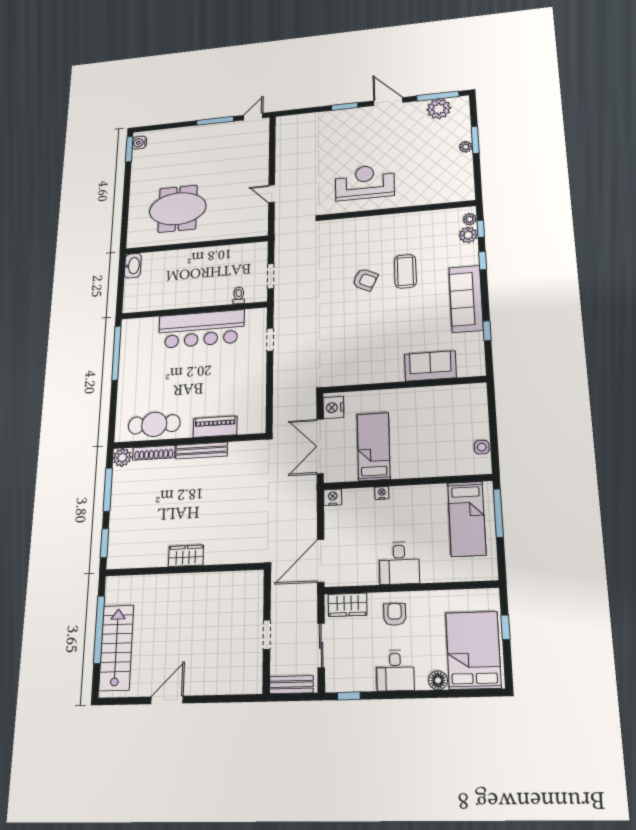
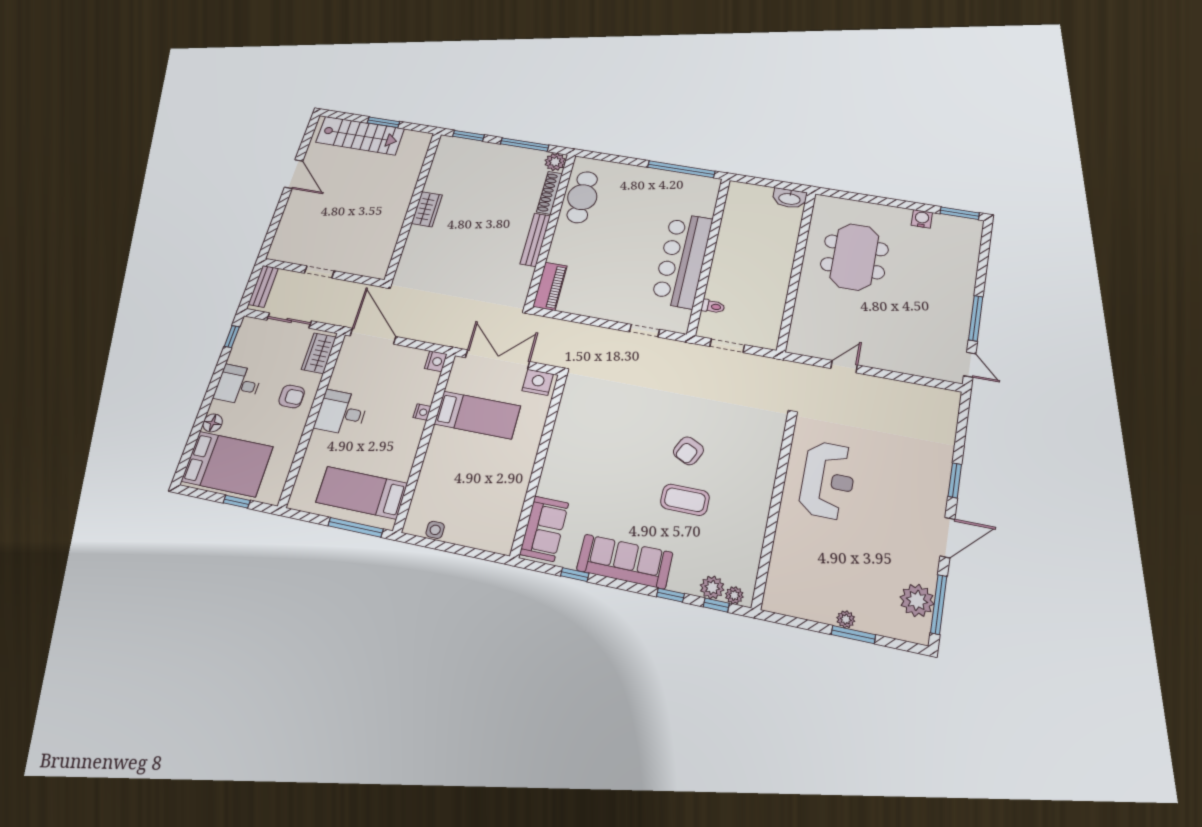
water cooler: (139, 143) -> (922, 219), moved
sofa: (430, 366) -> (544, 529), moved
piano: (215, 427) -> (550, 286), moved
window: (99, 630) -> (383, 122), width x0.47

